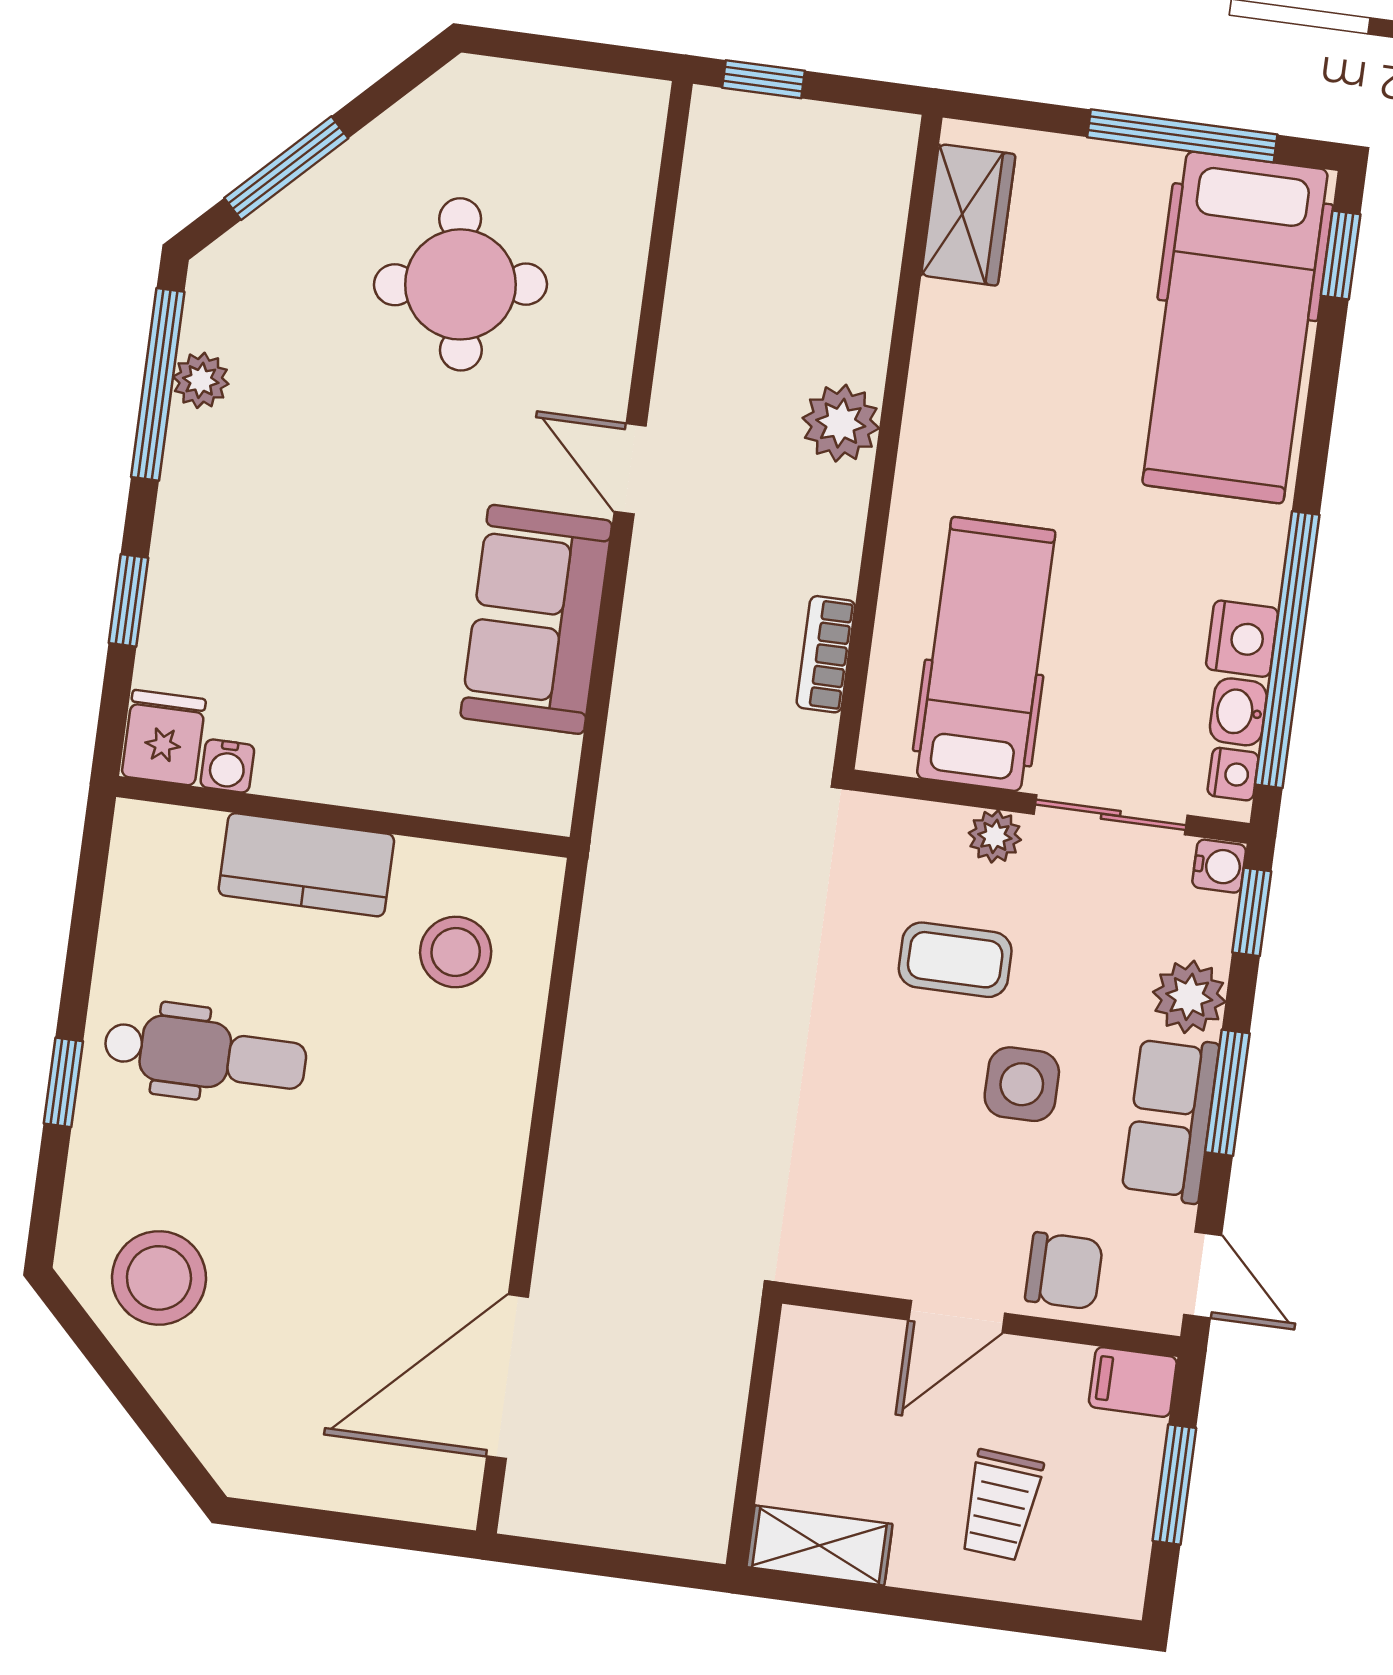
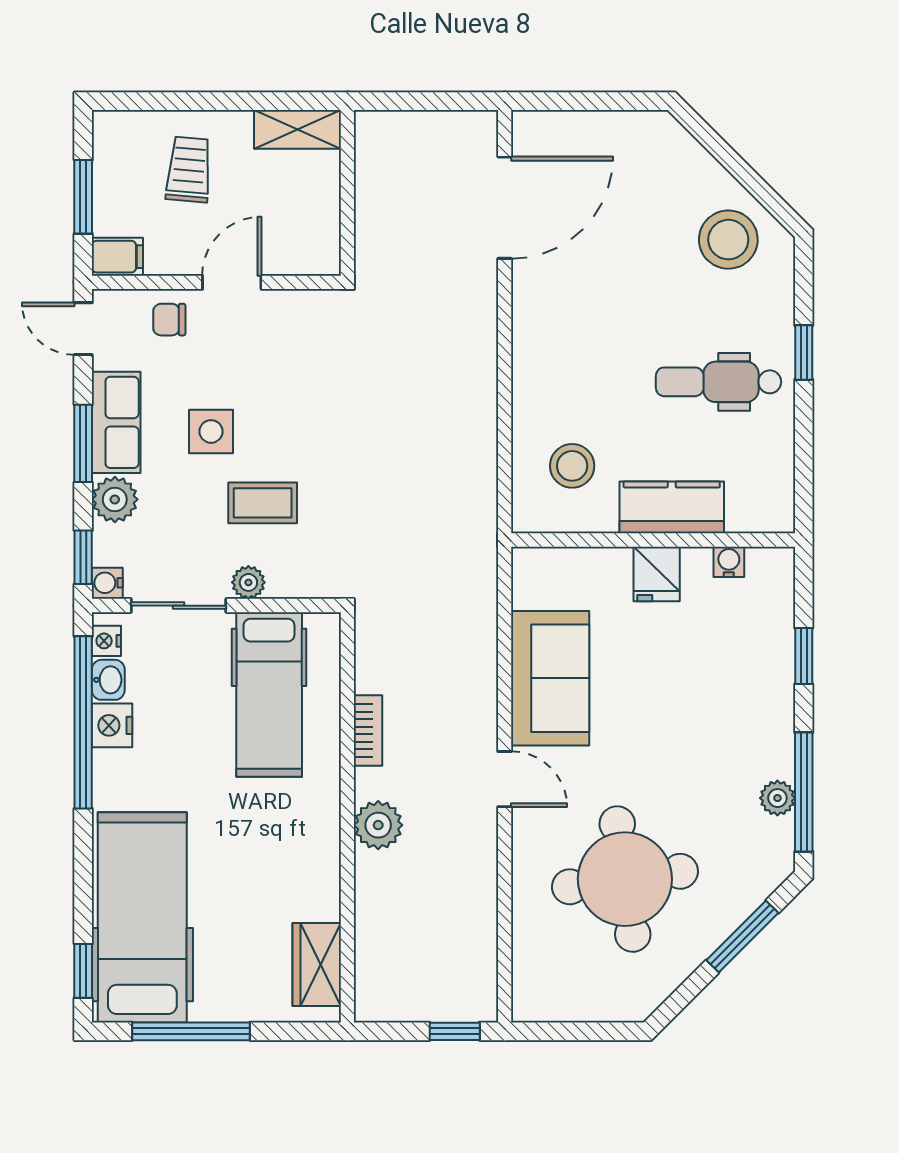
round table: (460, 284) -> (625, 879), width x1.36, depth x1.36
bookcase: (826, 654) -> (368, 731), moved
fridge: (164, 738) -> (657, 574), moved
chair: (1064, 1271) -> (169, 320), width x0.73, depth x0.73

